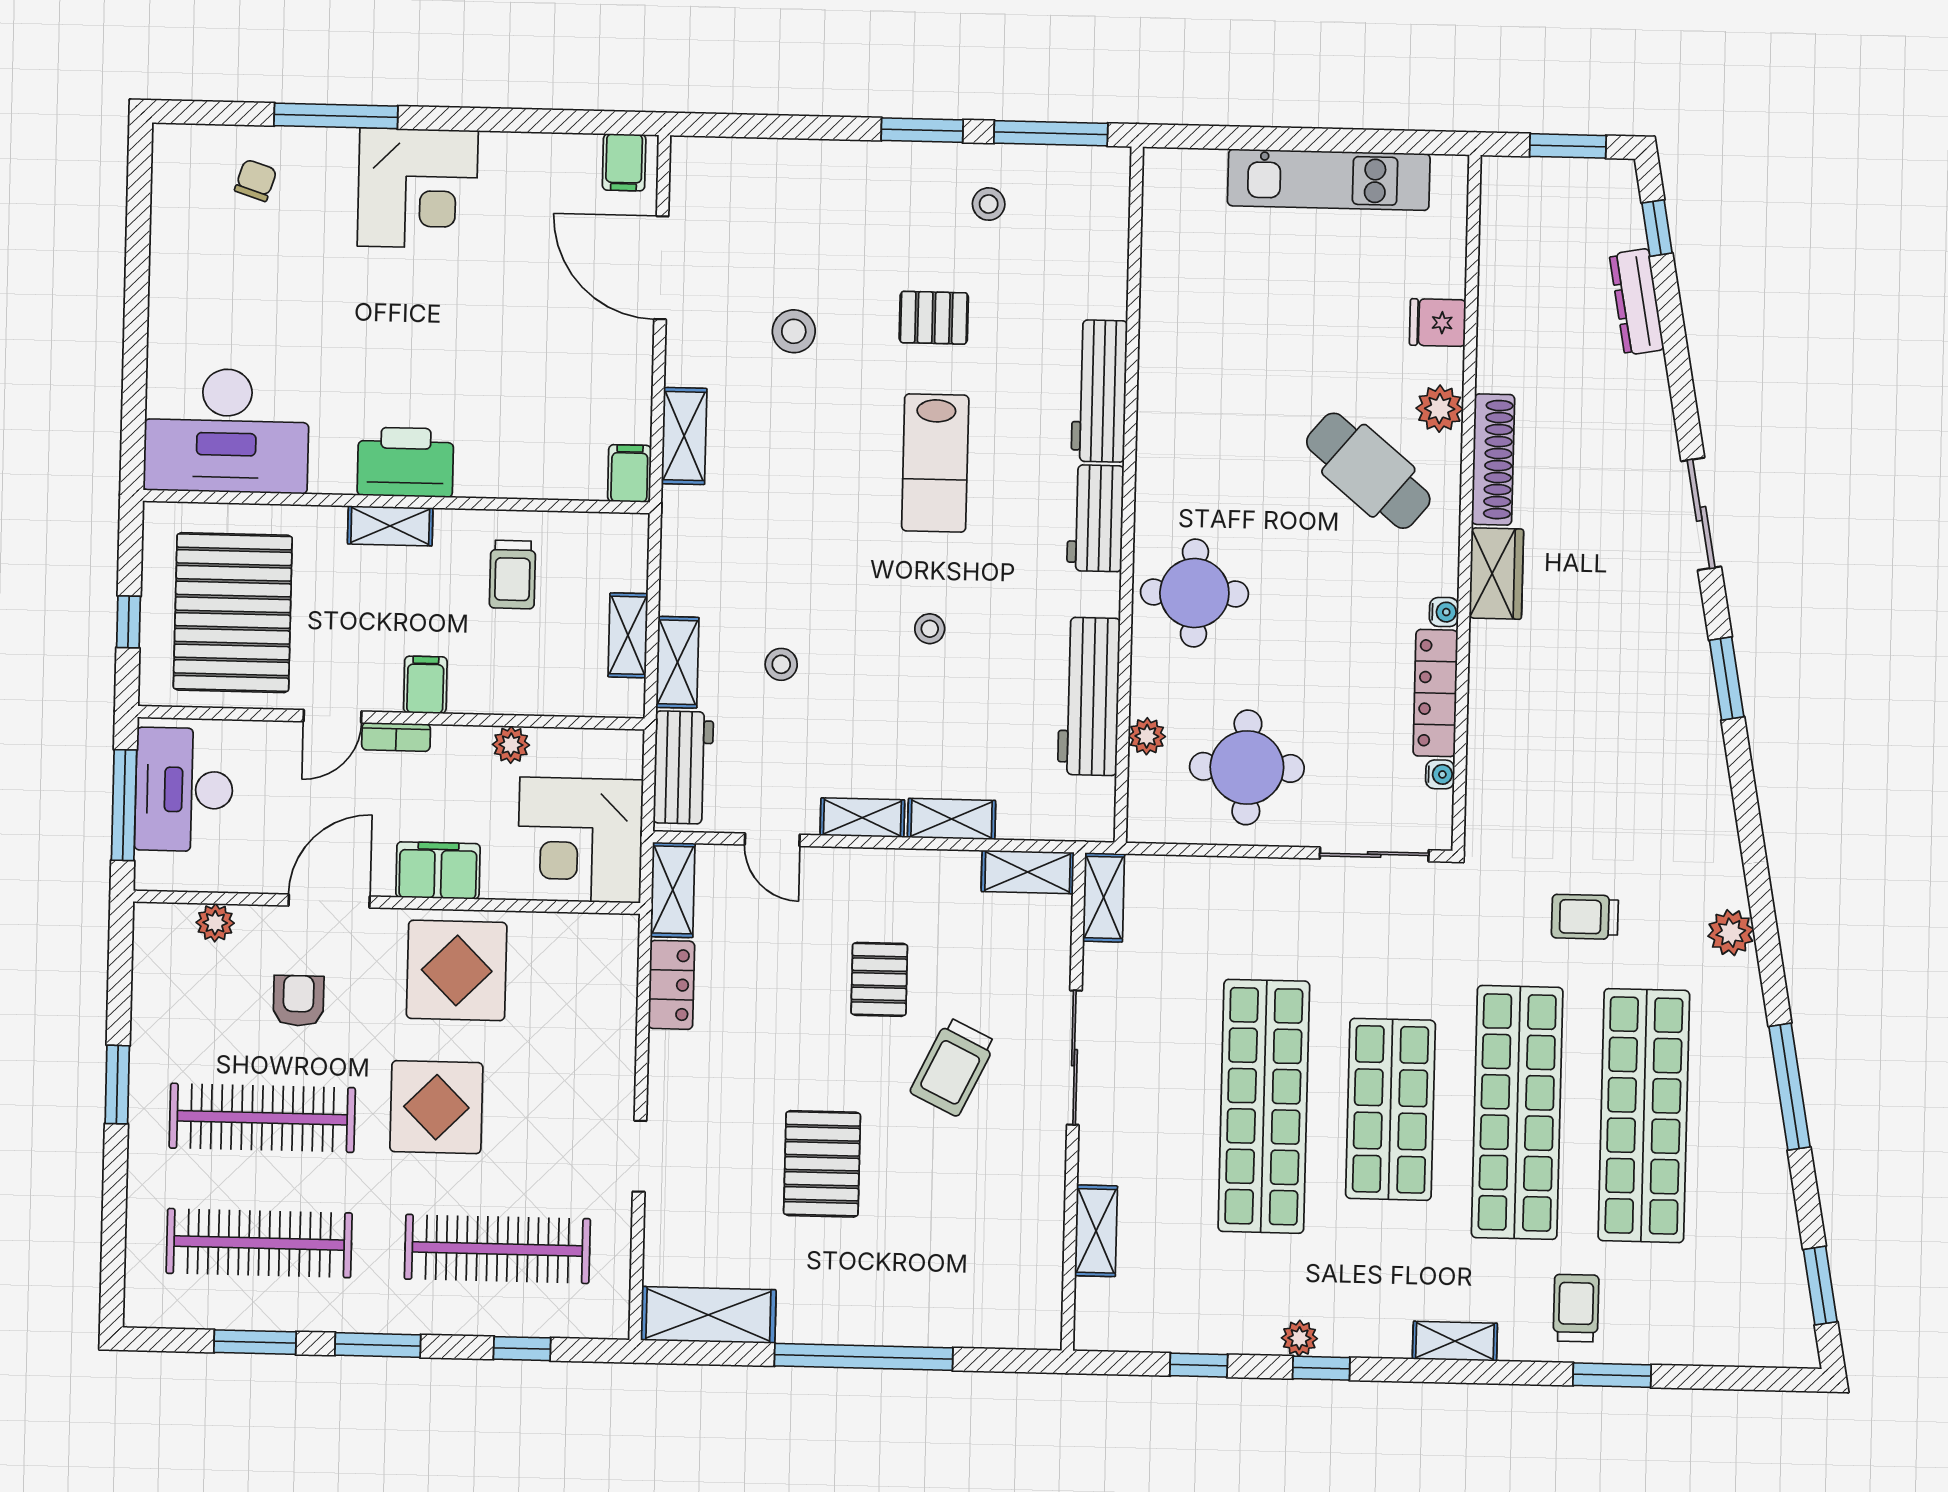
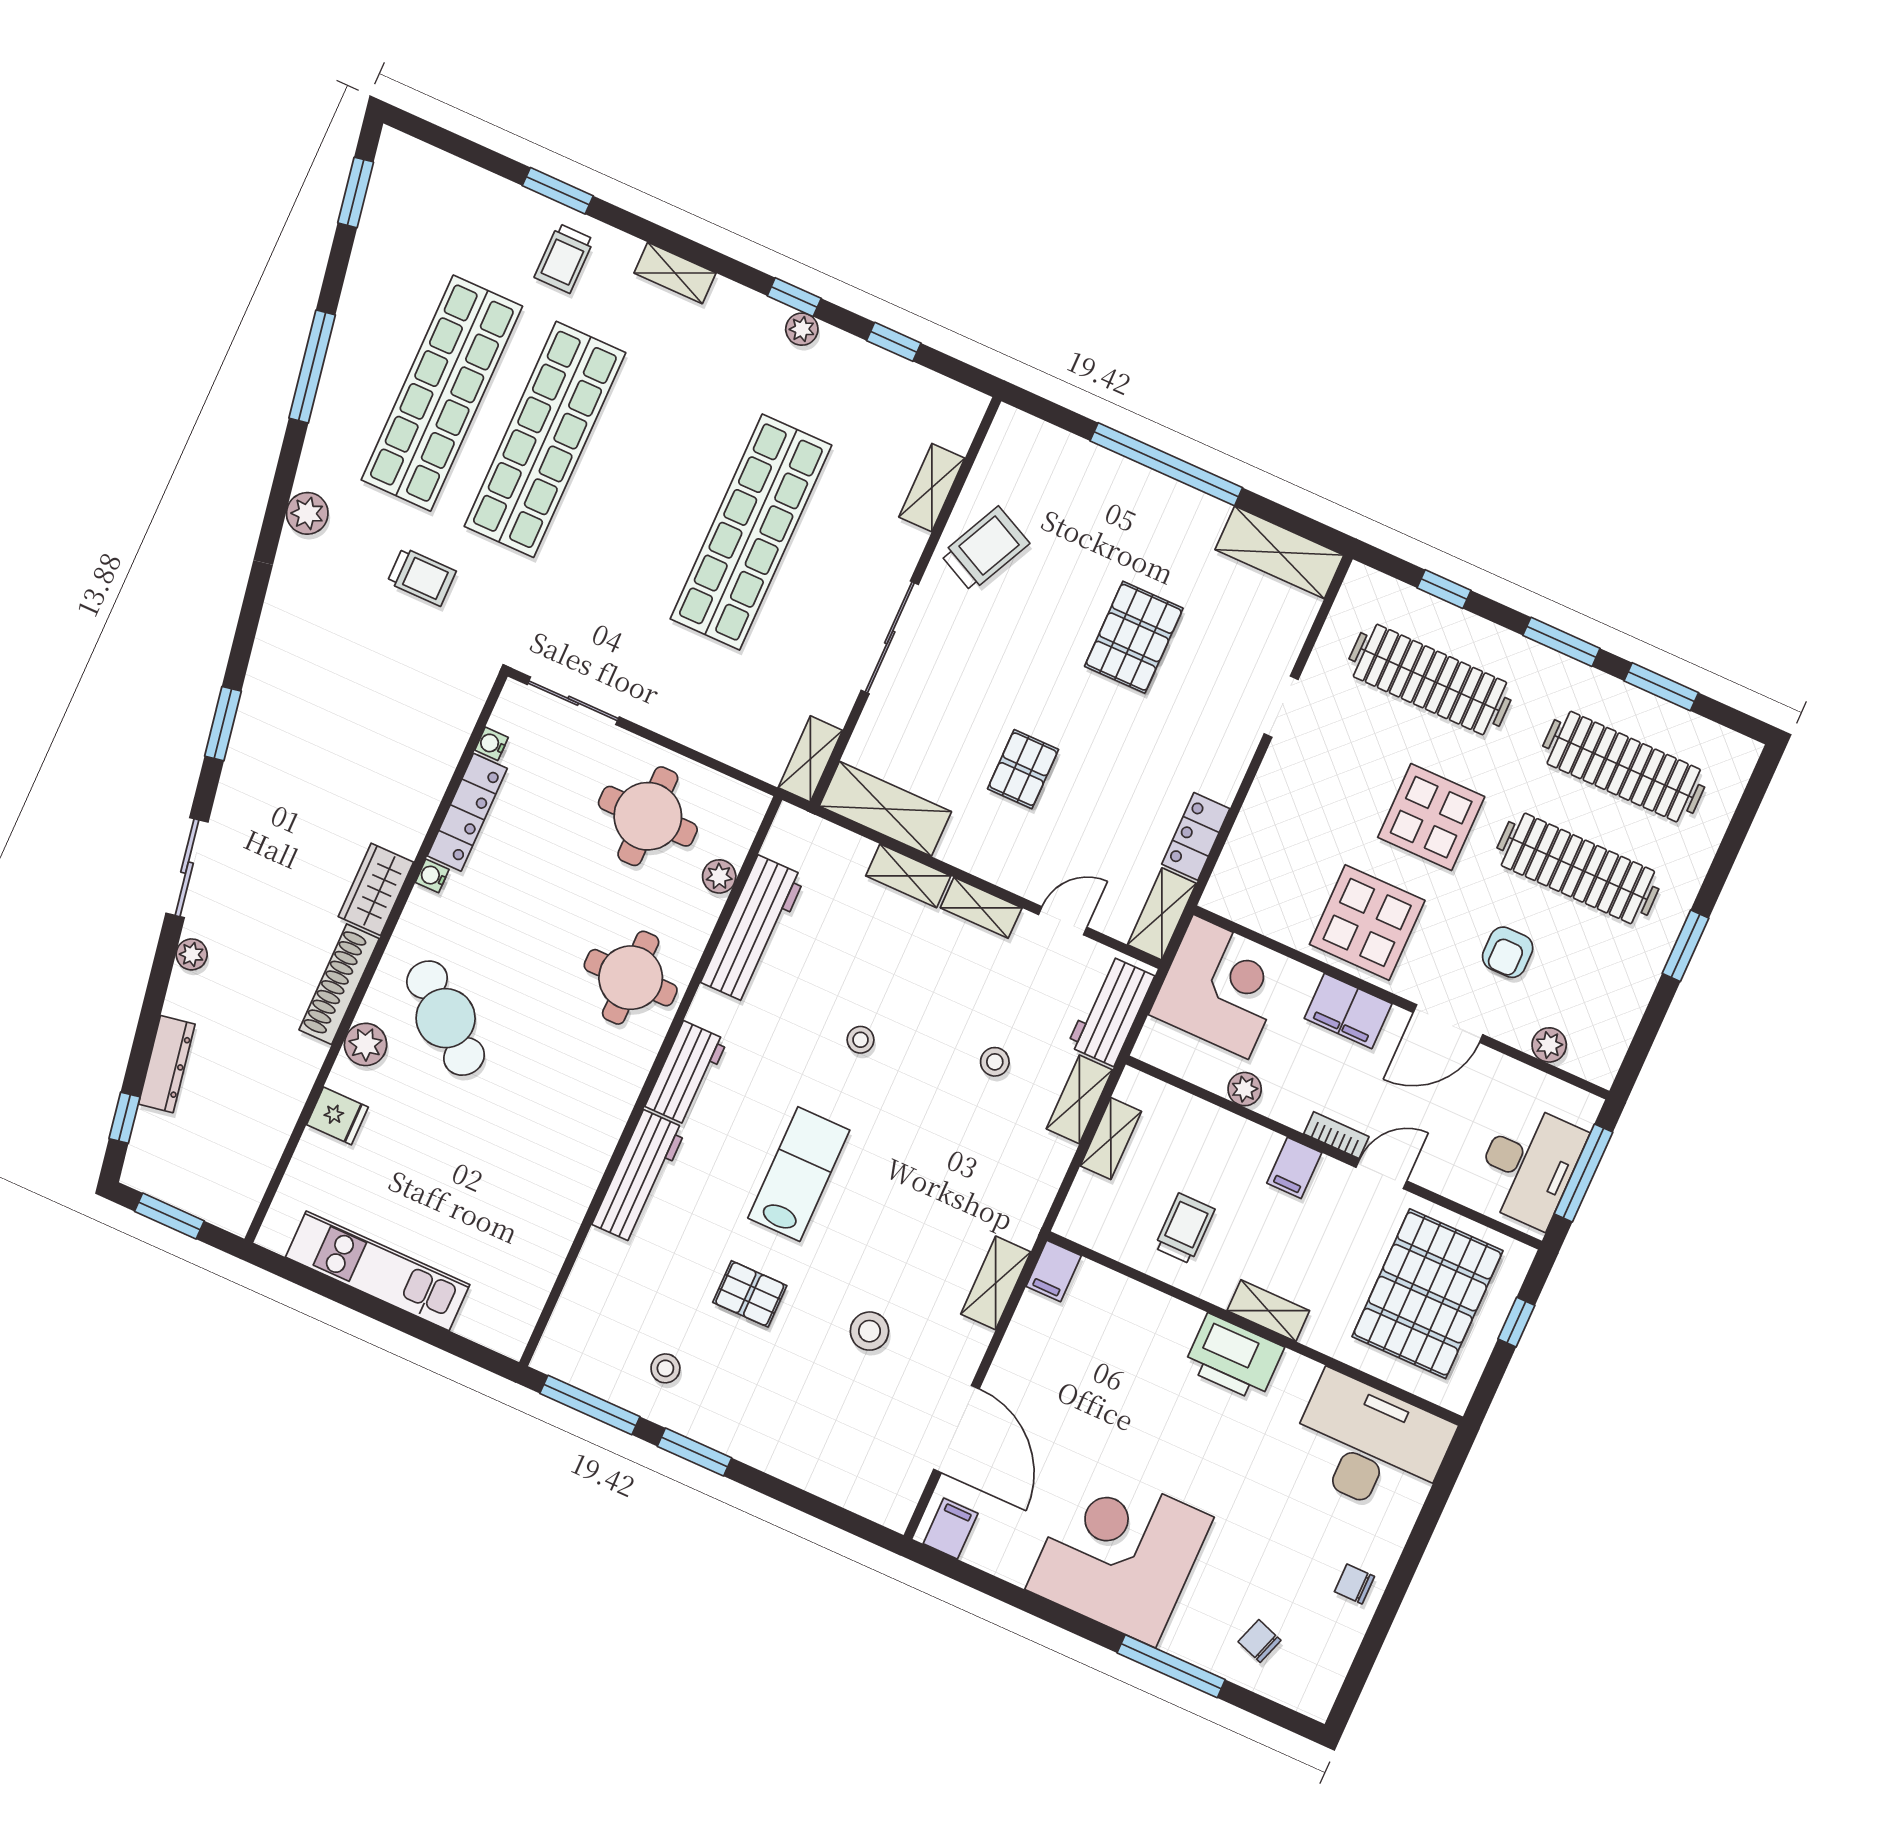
chair: (256, 180) -> (1259, 1641), turned 91
corner desk: (418, 188) -> (1119, 1553), width x1.36, depth x1.36
chair: (182, 280) -> (1354, 1584), added
plant: (1659, 426) -> (192, 954), added
door: (772, 840) -> (1063, 921), hinge flipped
shelving: (1028, 872) -> (885, 809), width x1.50, depth x1.33
trolley: (953, 1067) -> (985, 549), moved
shop shelf: (1390, 1109) -> (648, 486), removed

